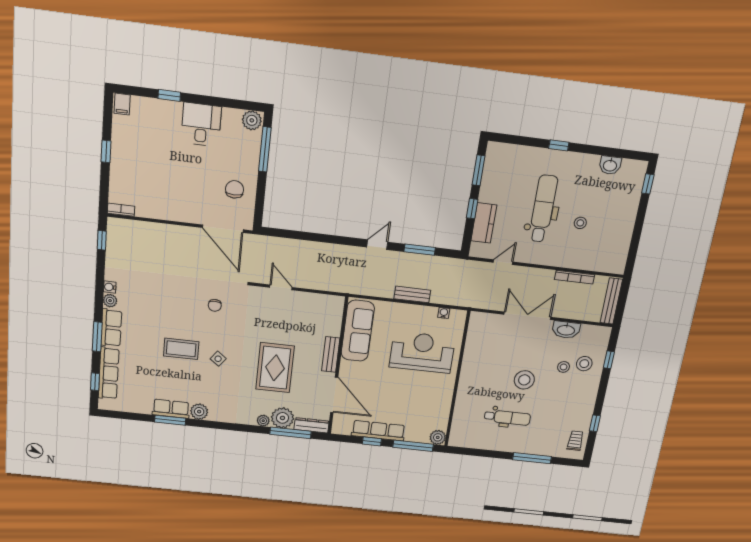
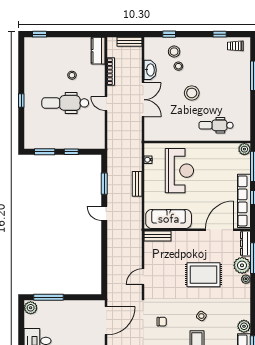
washbasin: (610, 165) -> (30, 63), removed
chair: (235, 189) -> (78, 315), removed
kitchen counter: (484, 223) -> (98, 51), moved, turned -90
door: (503, 262) -> (106, 104), moved
bench: (611, 301) -> (129, 42), width x0.73
double door: (527, 316) -> (143, 100), swing flipped
reception desk: (422, 352) -> (179, 171), turned 180
bench: (331, 354) -> (157, 236), moved
dental chair: (507, 417) -> (216, 125), moved, turned -90
row of seats: (378, 431) -> (244, 201), width x1.36

